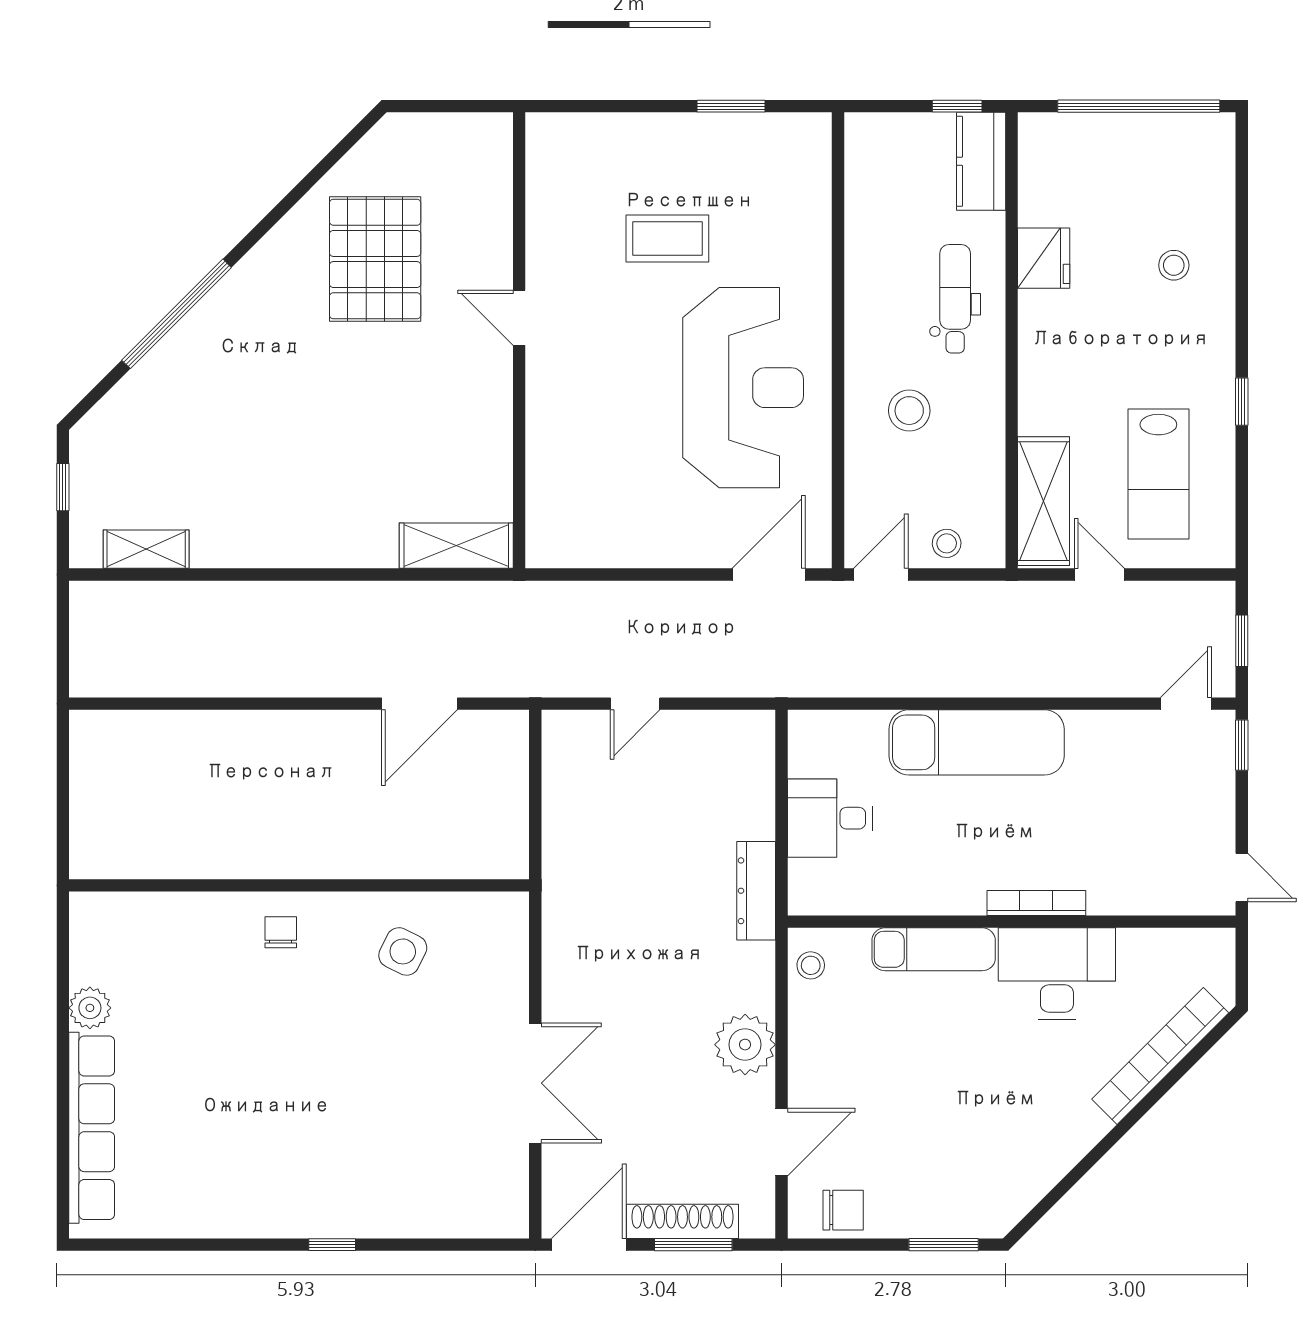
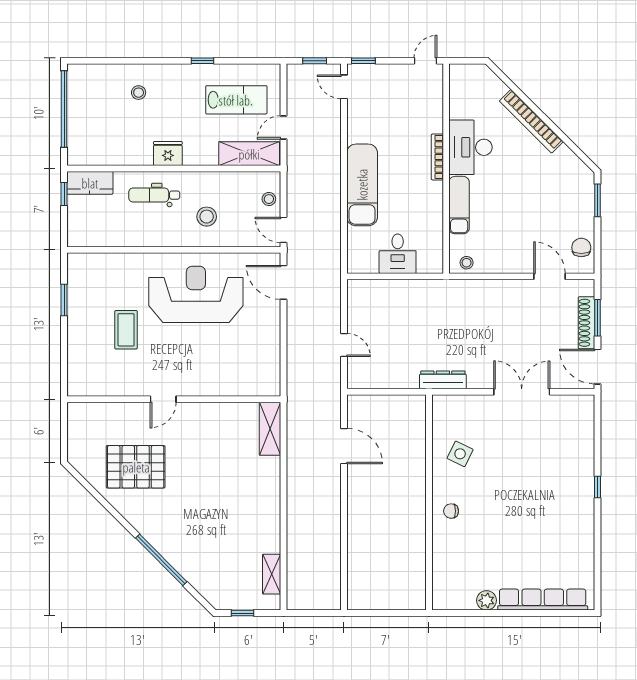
fridge: (1044, 258) -> (168, 154), moved
dresser: (756, 891) -> (443, 380), moved, turned 180
plant: (745, 1045) -> (504, 293), removed
bookcase: (1160, 1056) -> (531, 121), moved

